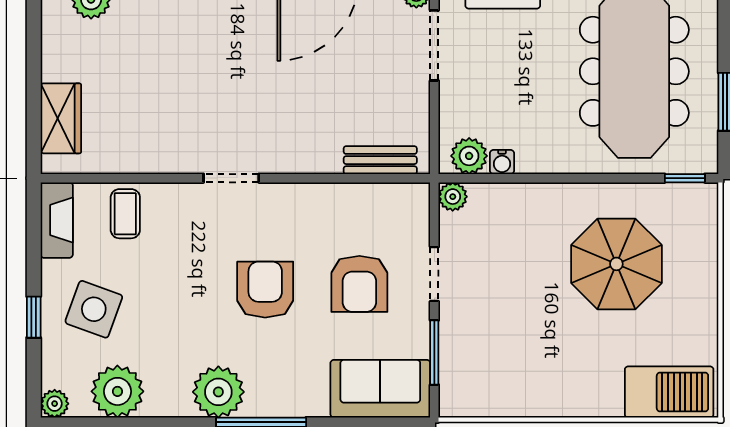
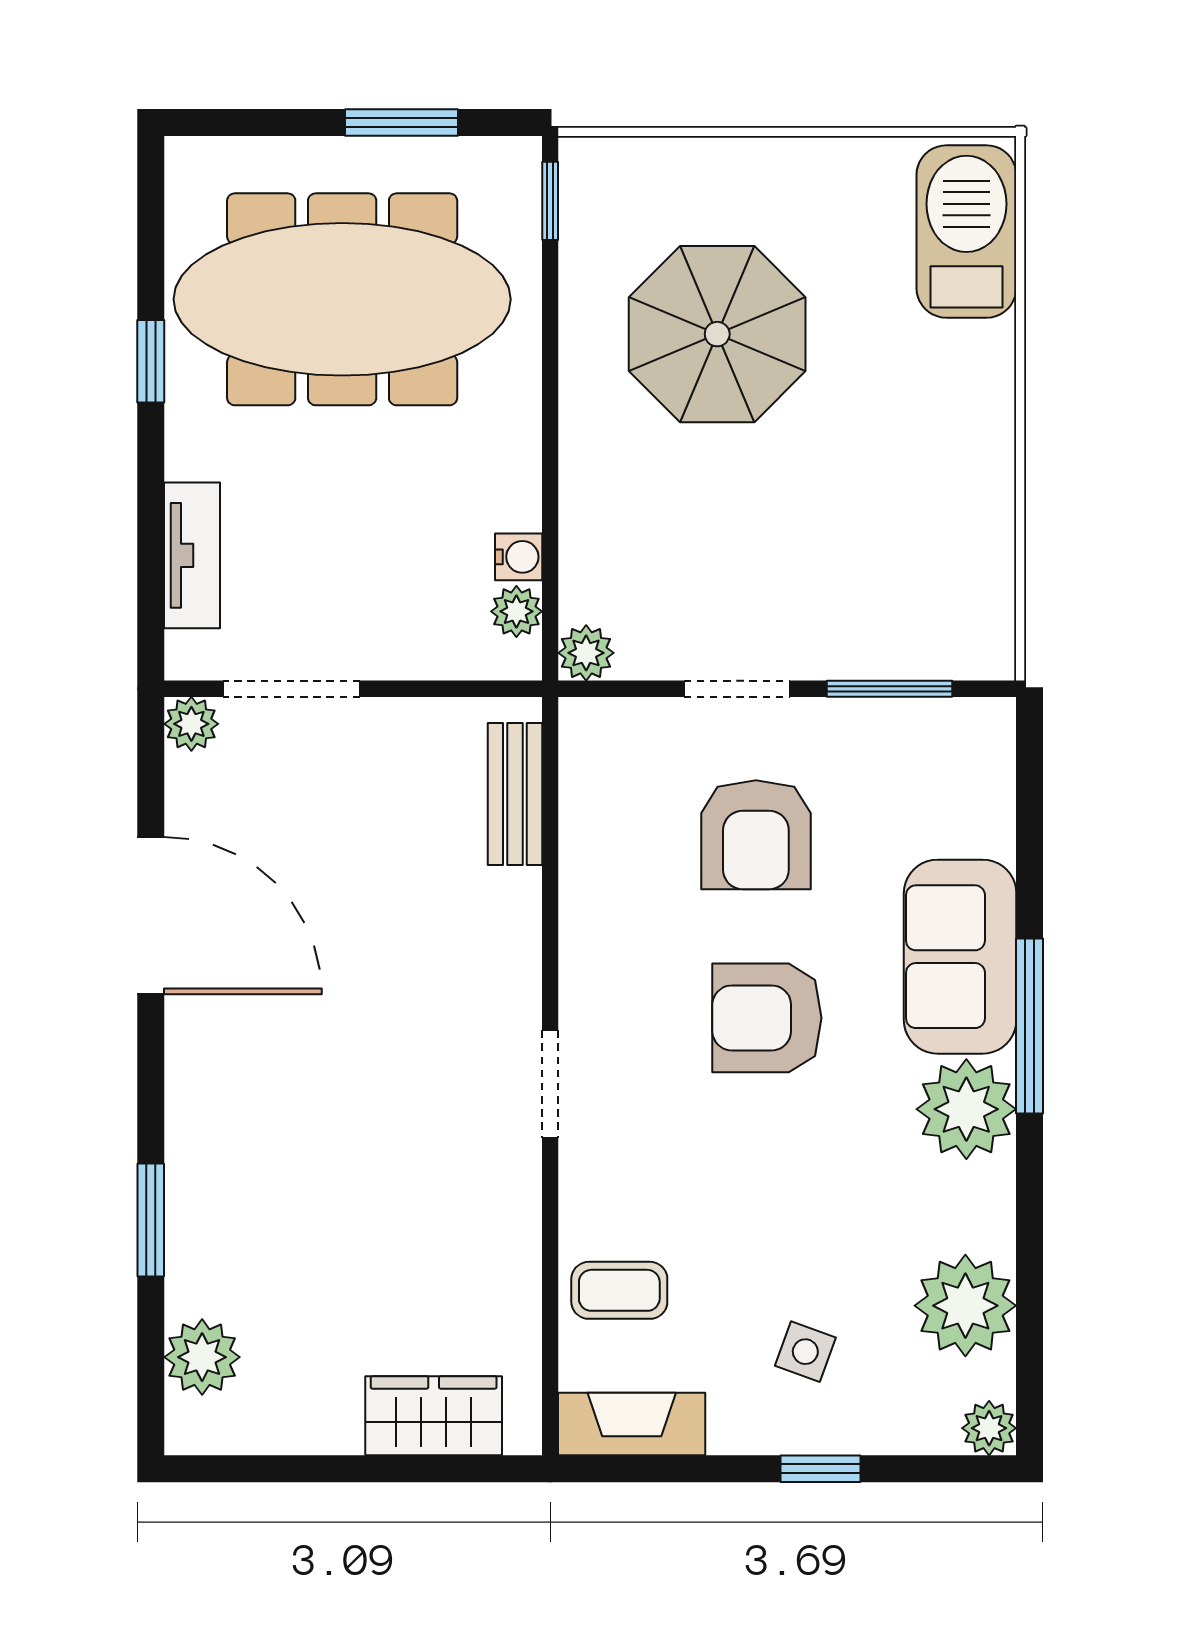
plant: (469, 156) -> (516, 611), width x0.73, depth x0.73
armchair: (359, 284) -> (756, 835), turned 90
side table: (94, 309) -> (805, 1352), width x0.54, depth x0.54
sofa: (380, 389) -> (960, 957), moved

